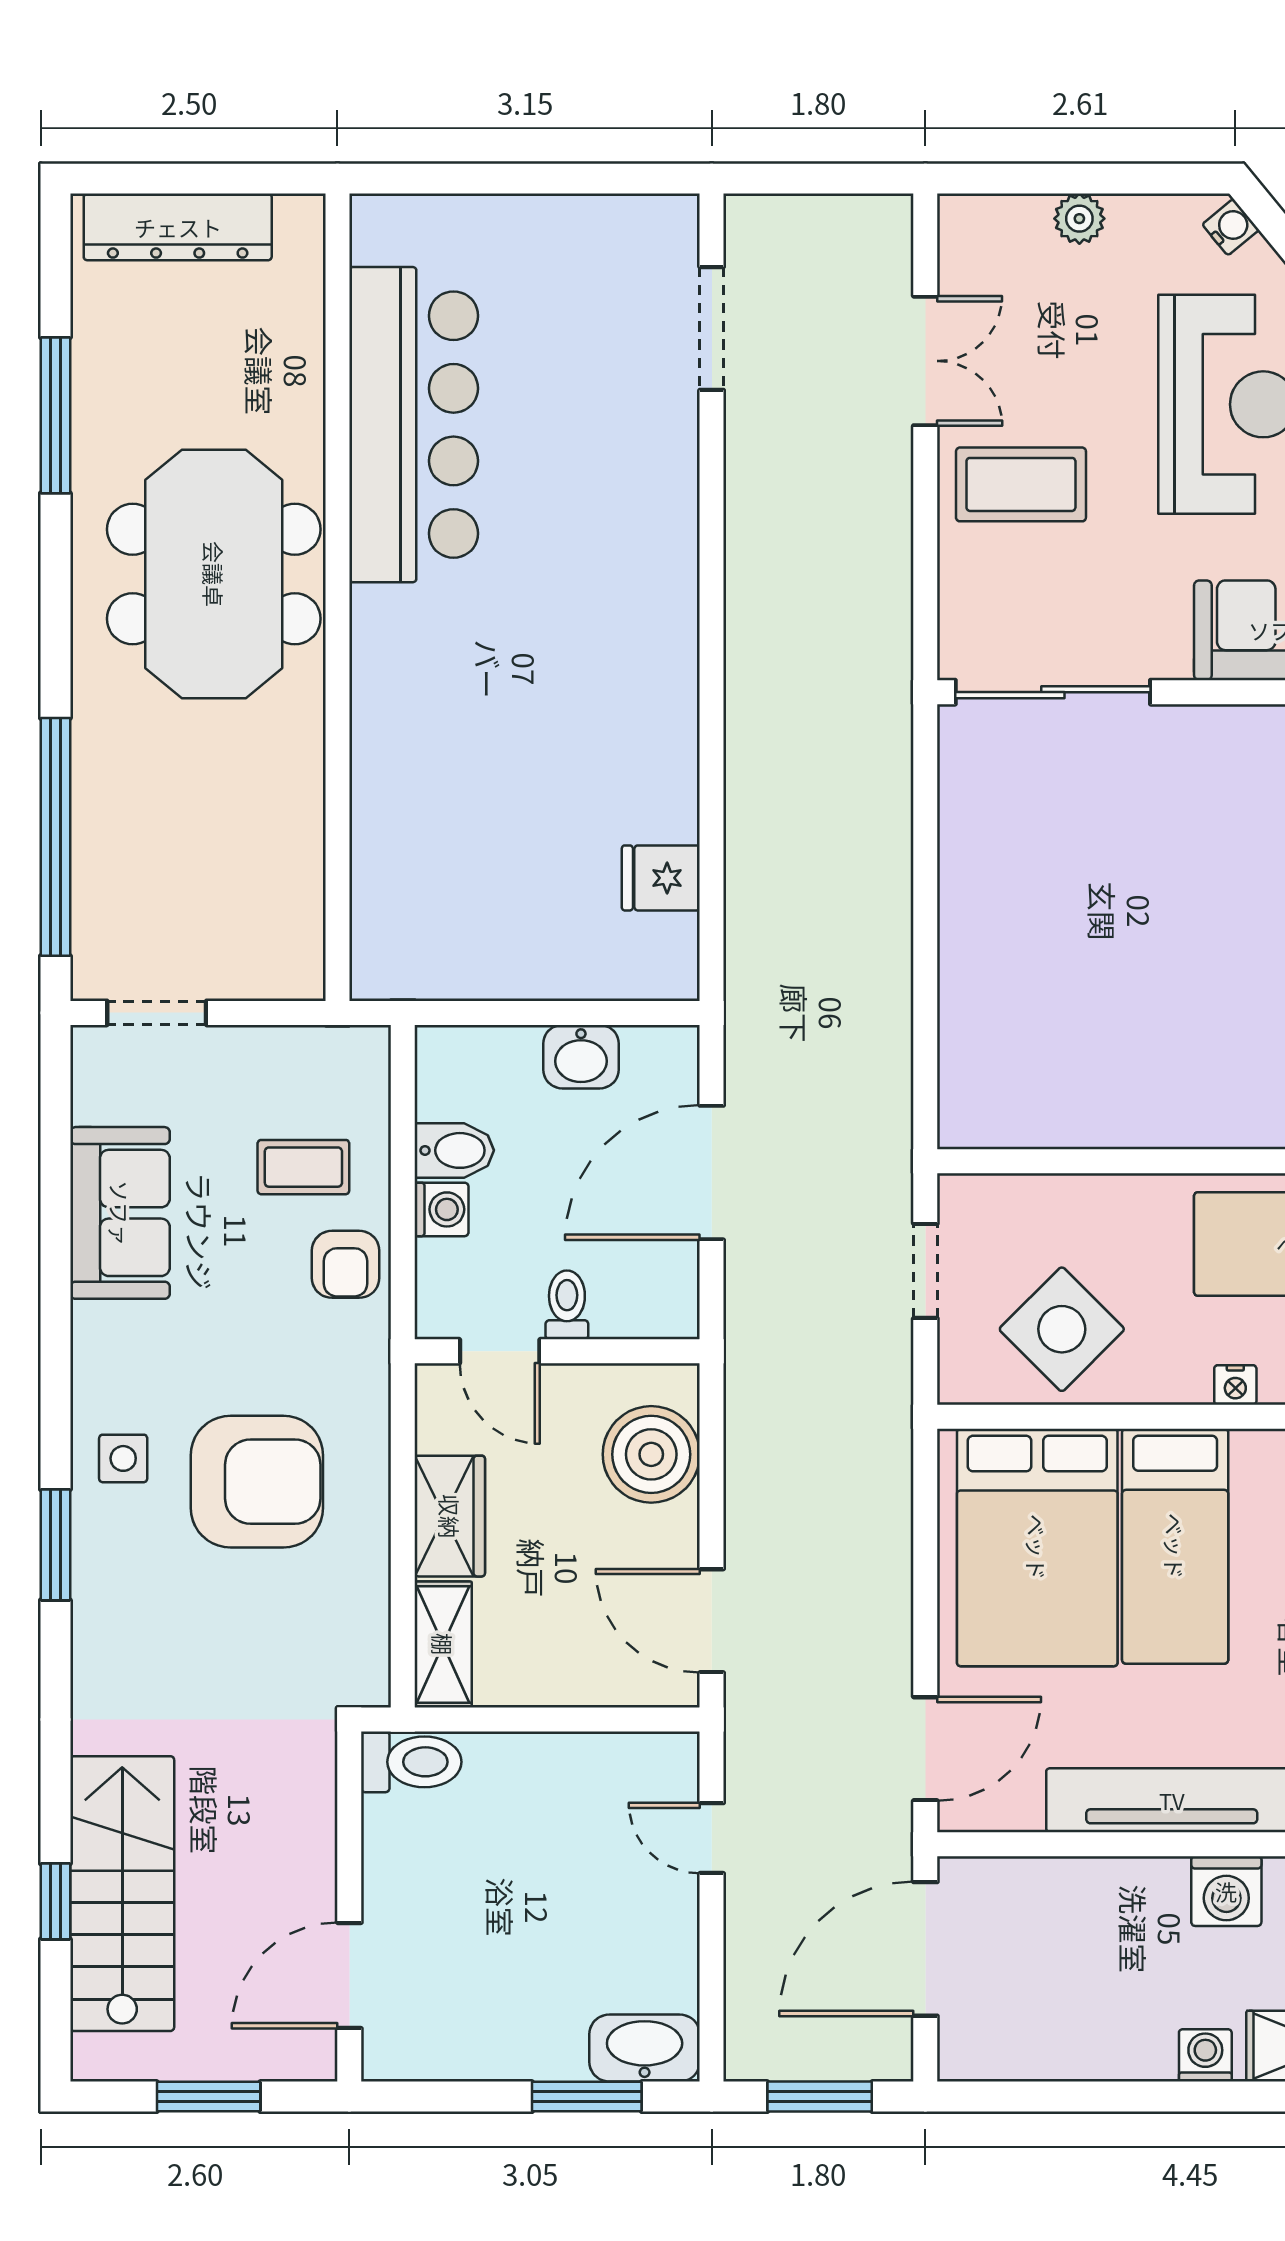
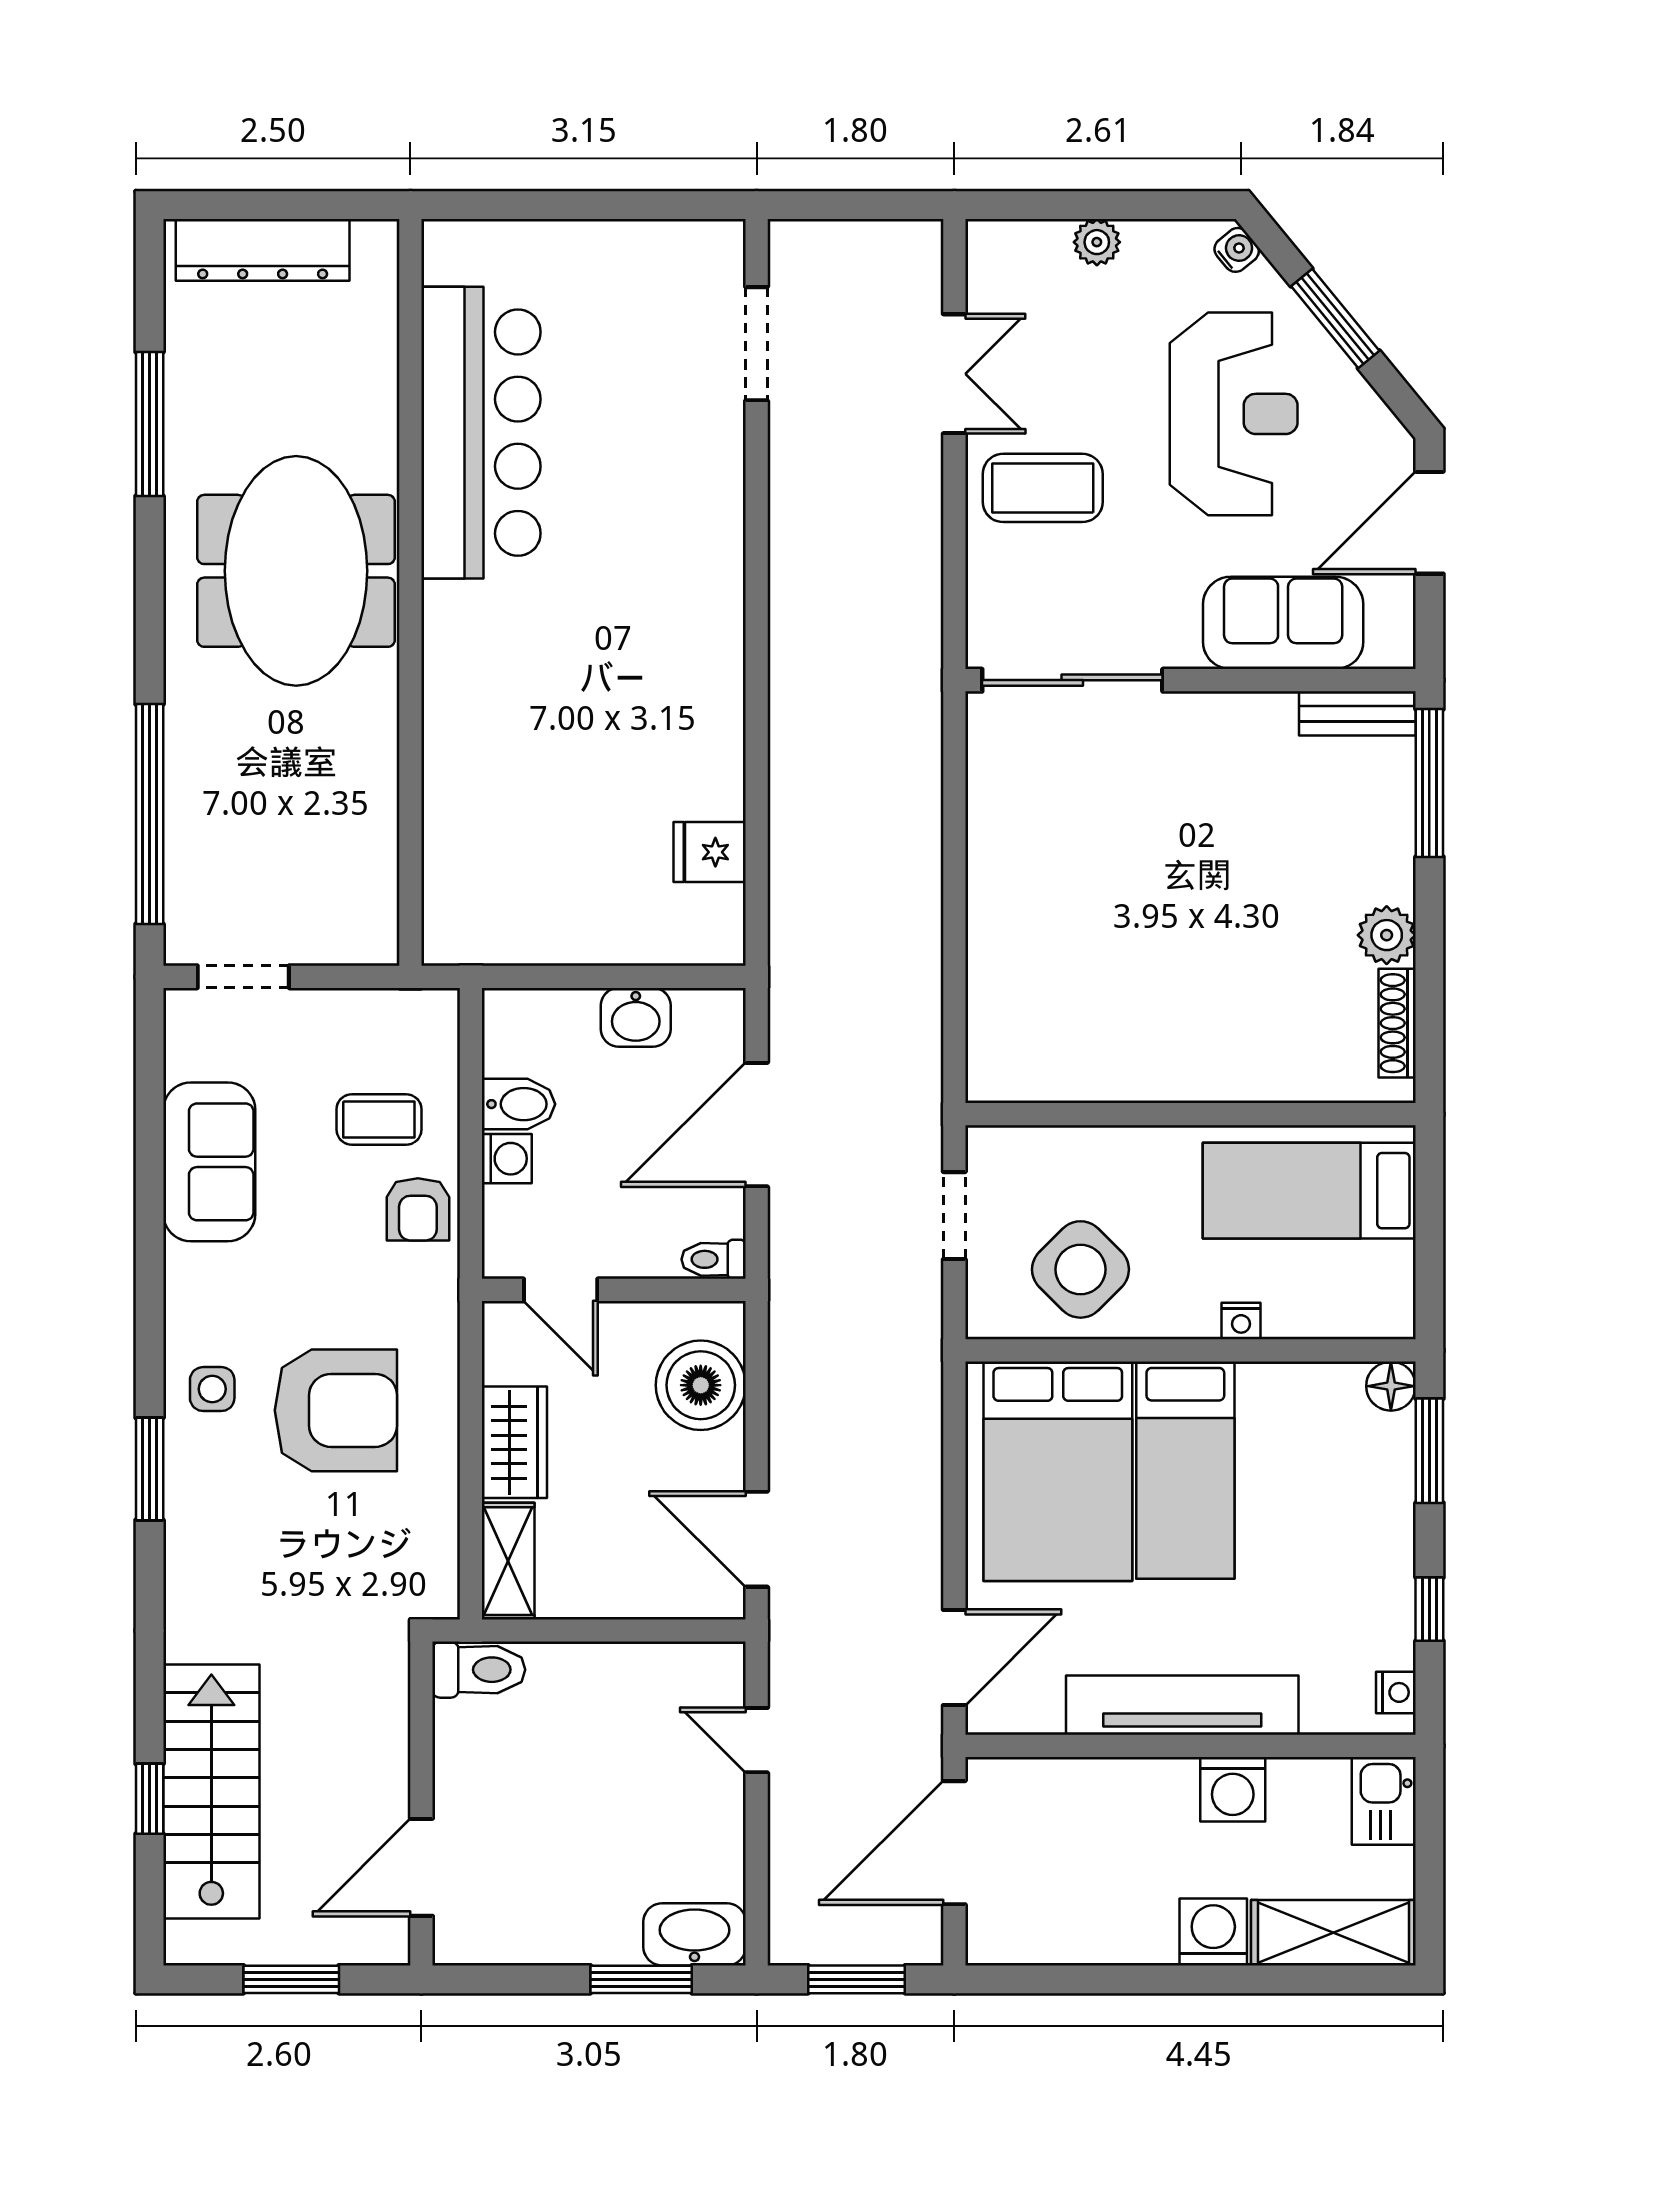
toilet: (567, 1305) -> (714, 1259), moved, turned -90
washing machine: (1205, 2055) -> (1213, 1932), width x1.38, depth x1.38

